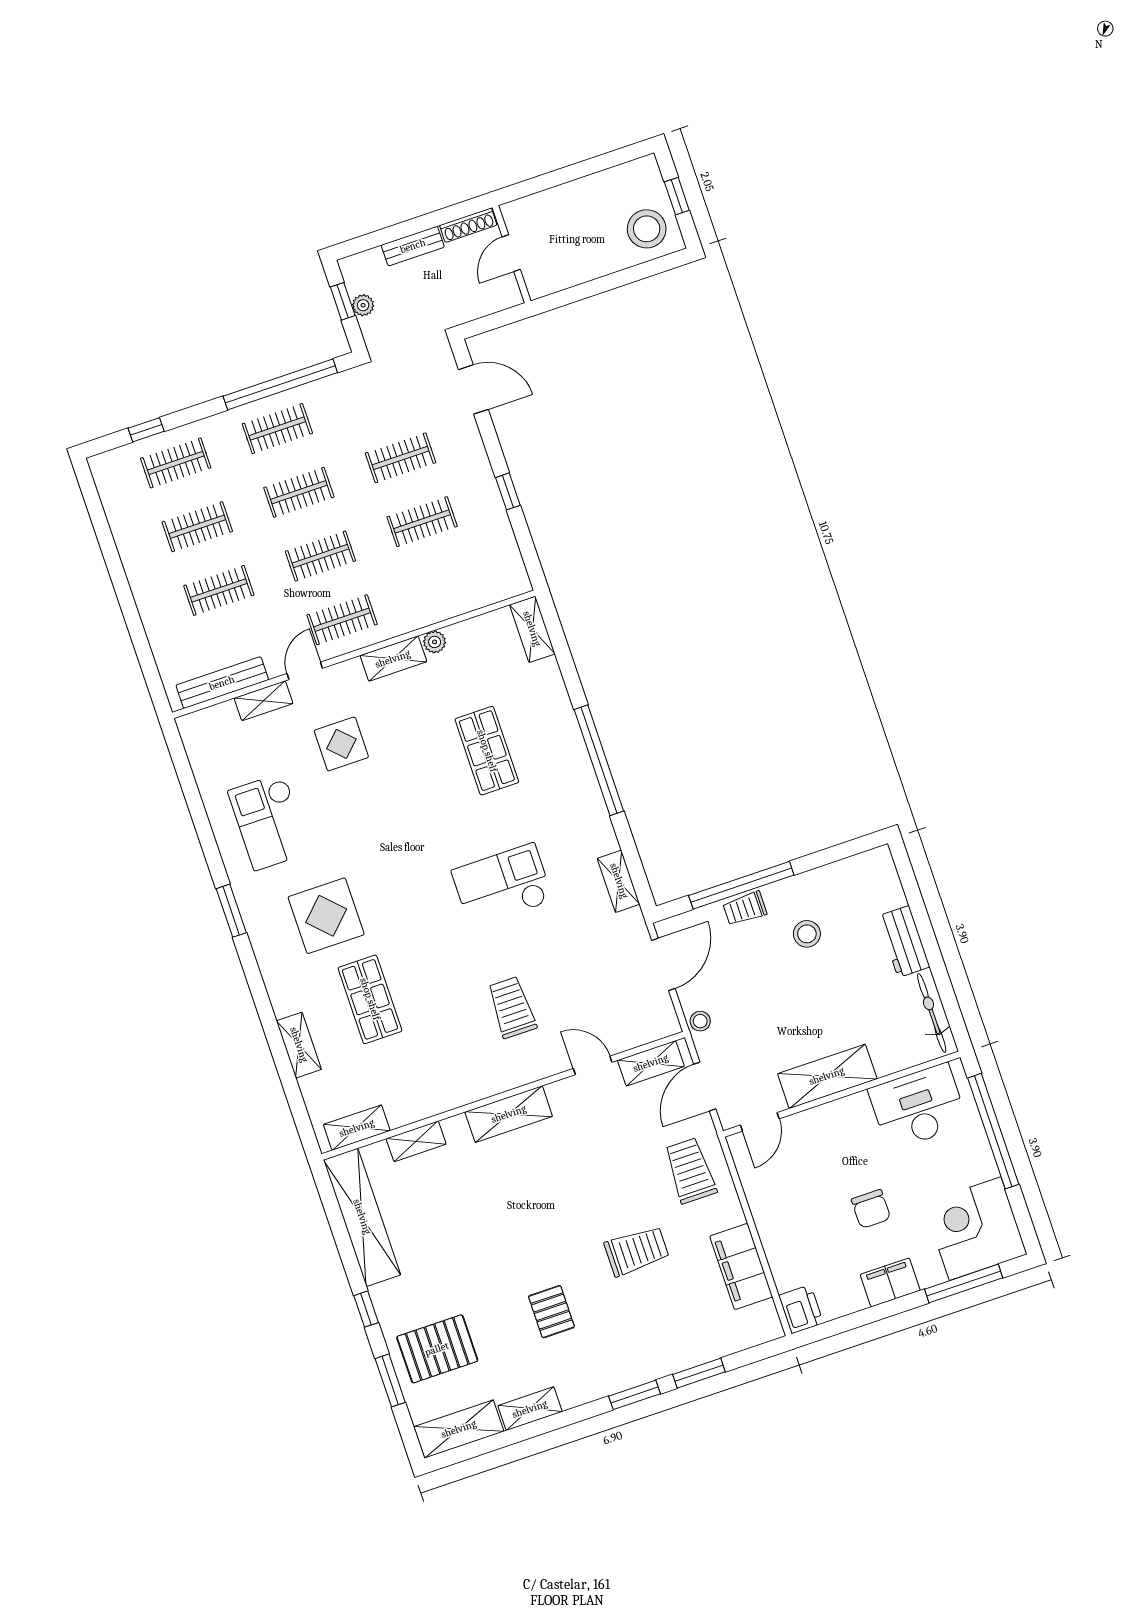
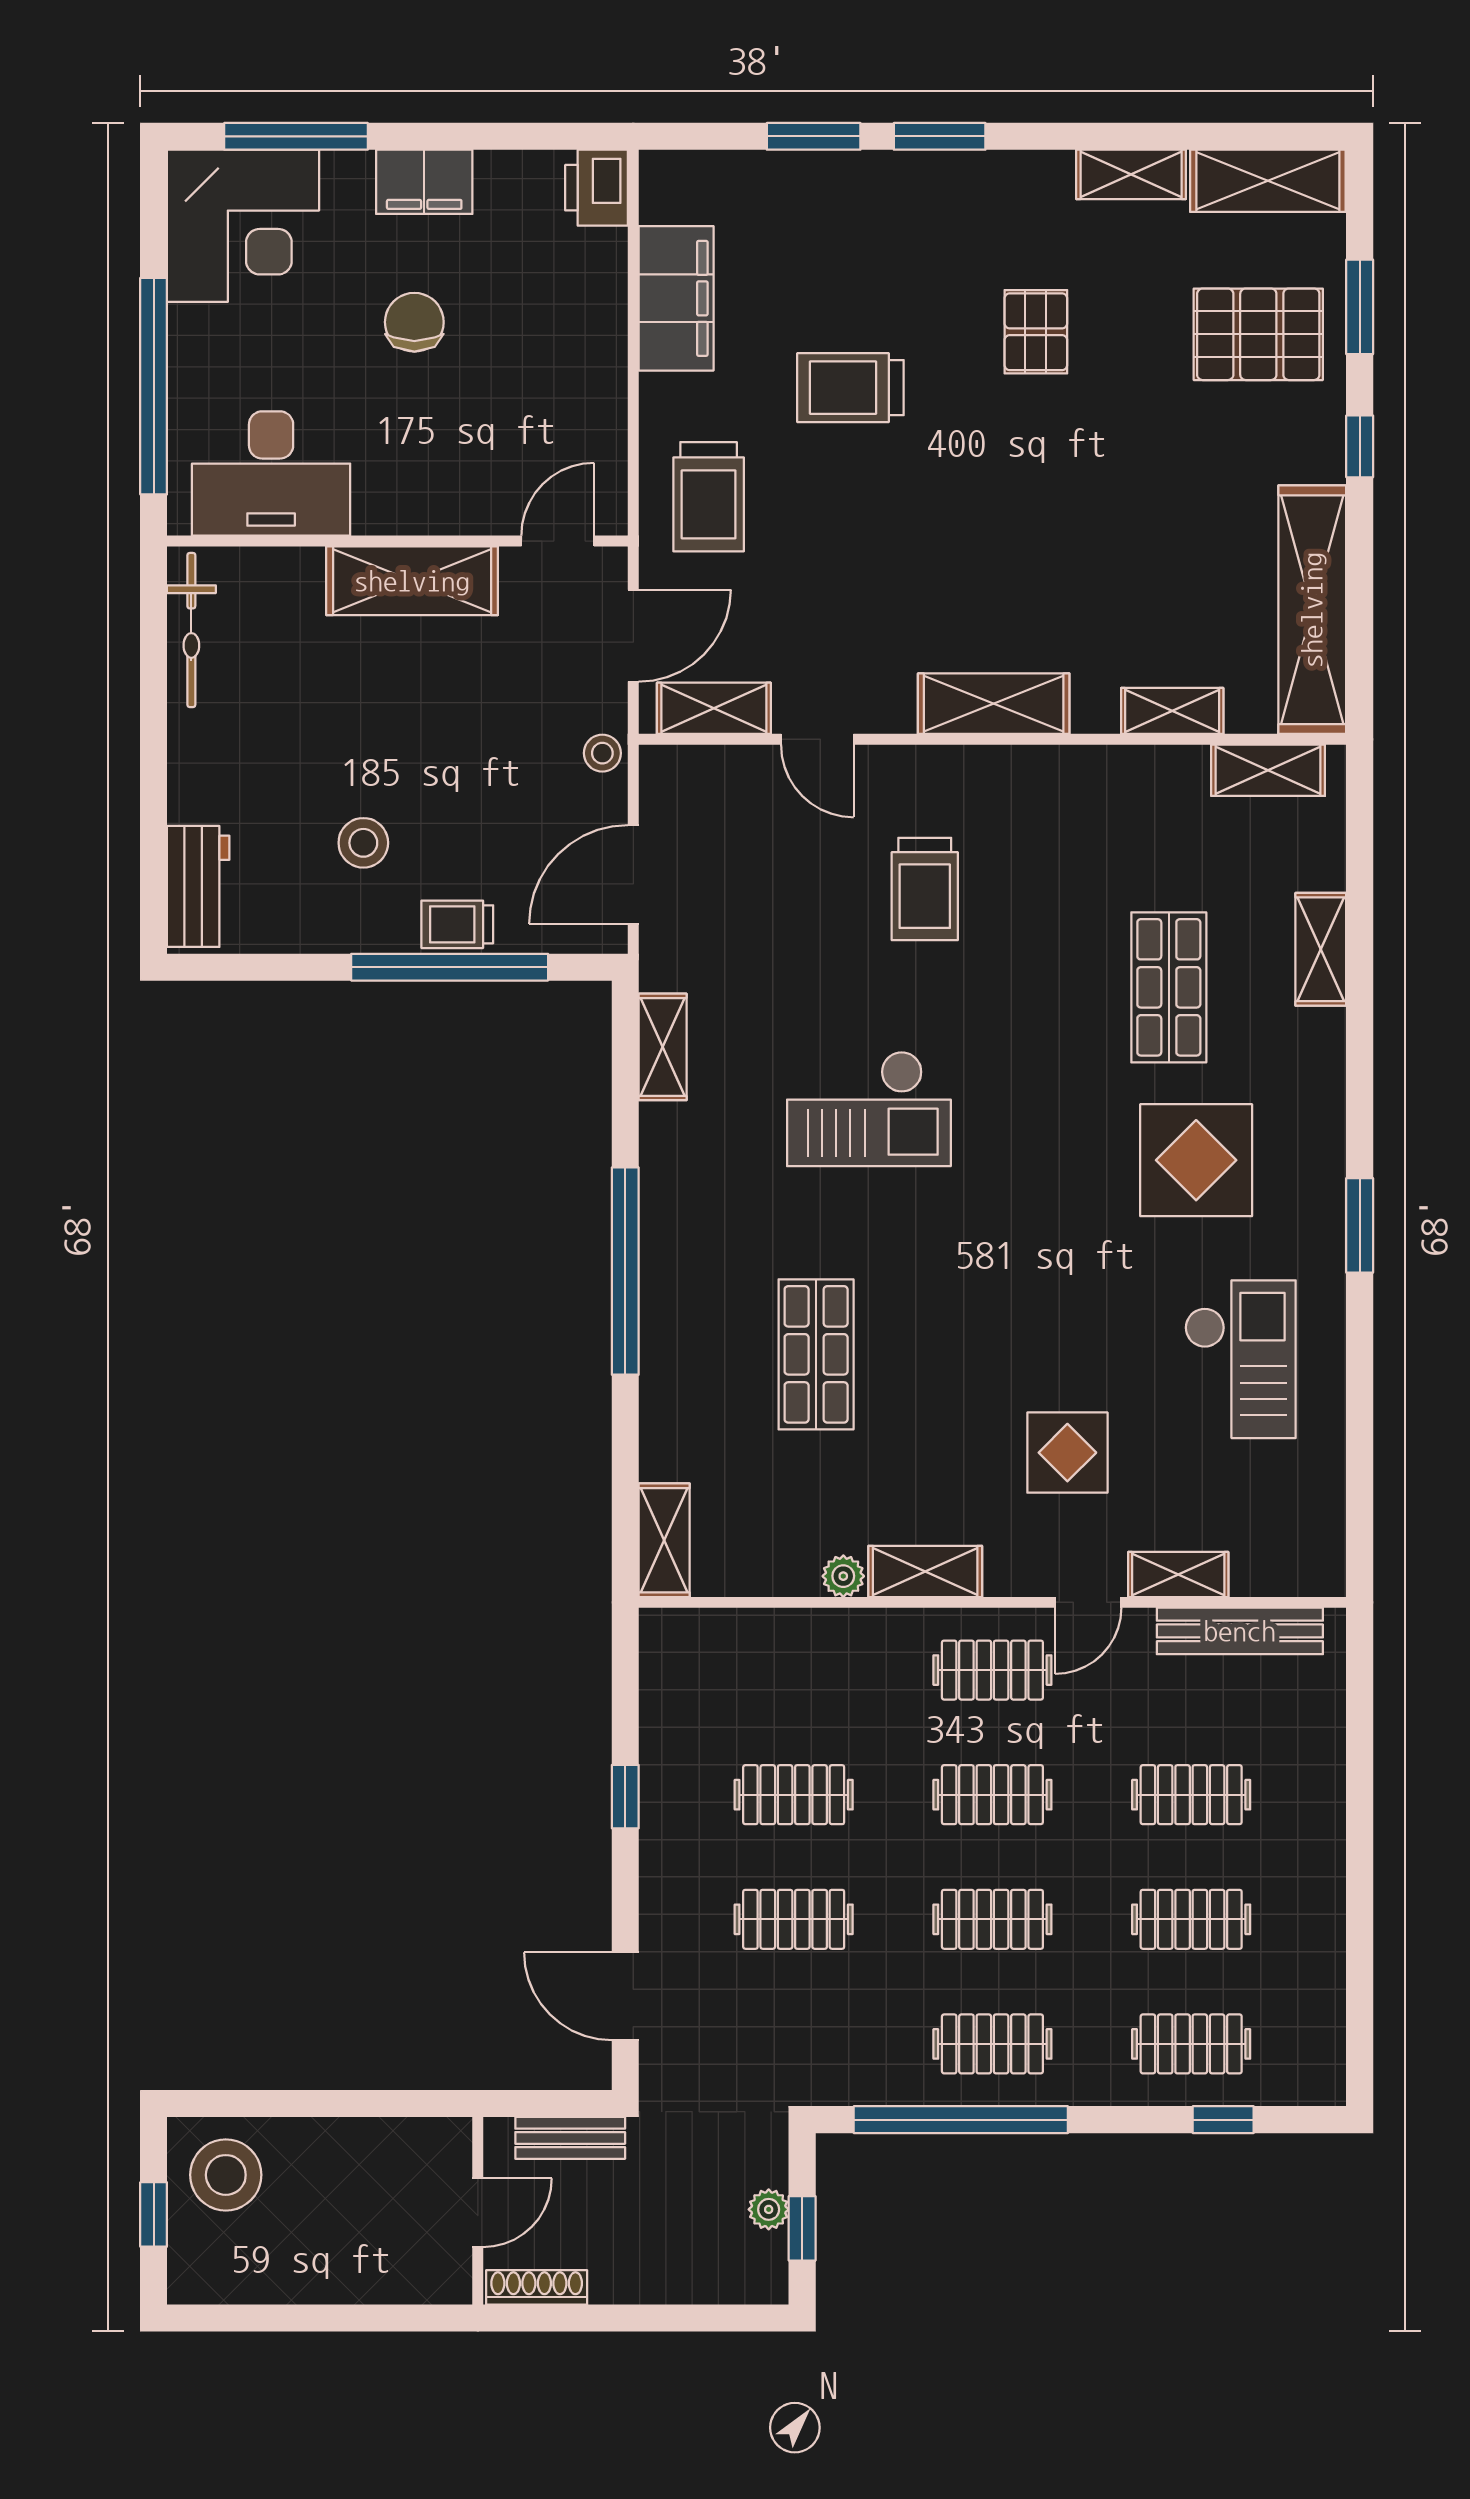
bench: (413, 246) -> (570, 2138), moved
trolley: (745, 908) -> (457, 924), turned 180
workbench: (904, 942) -> (198, 886), moved

